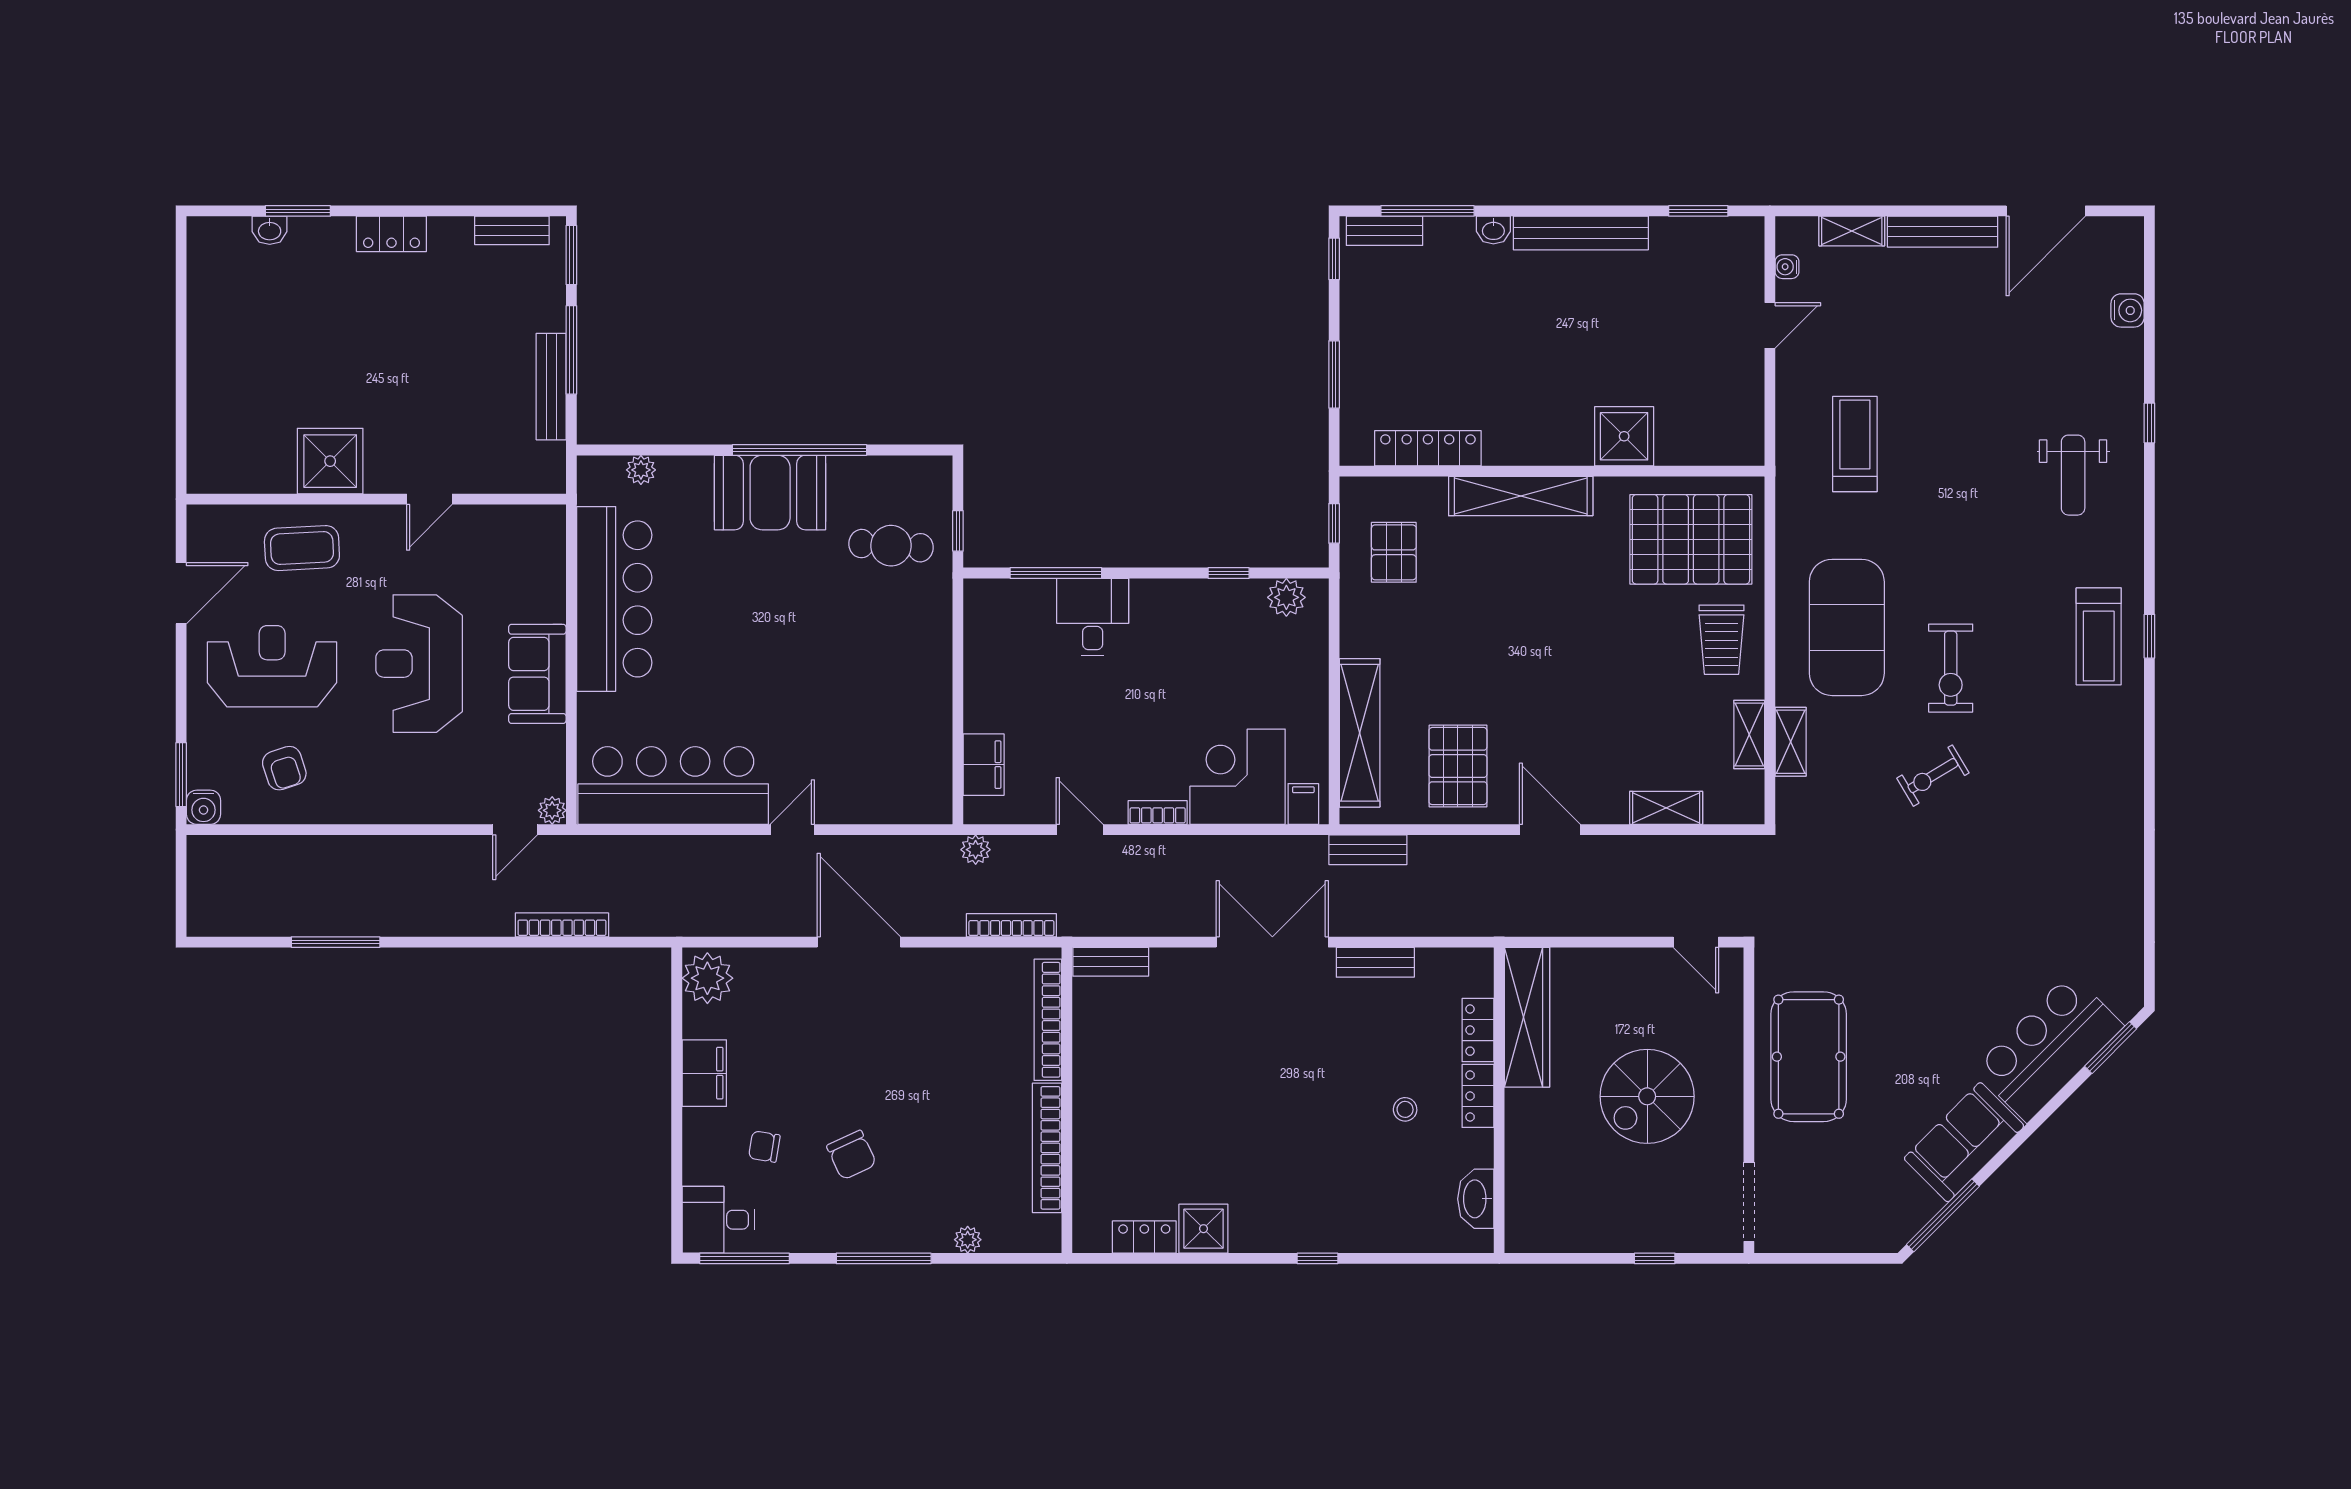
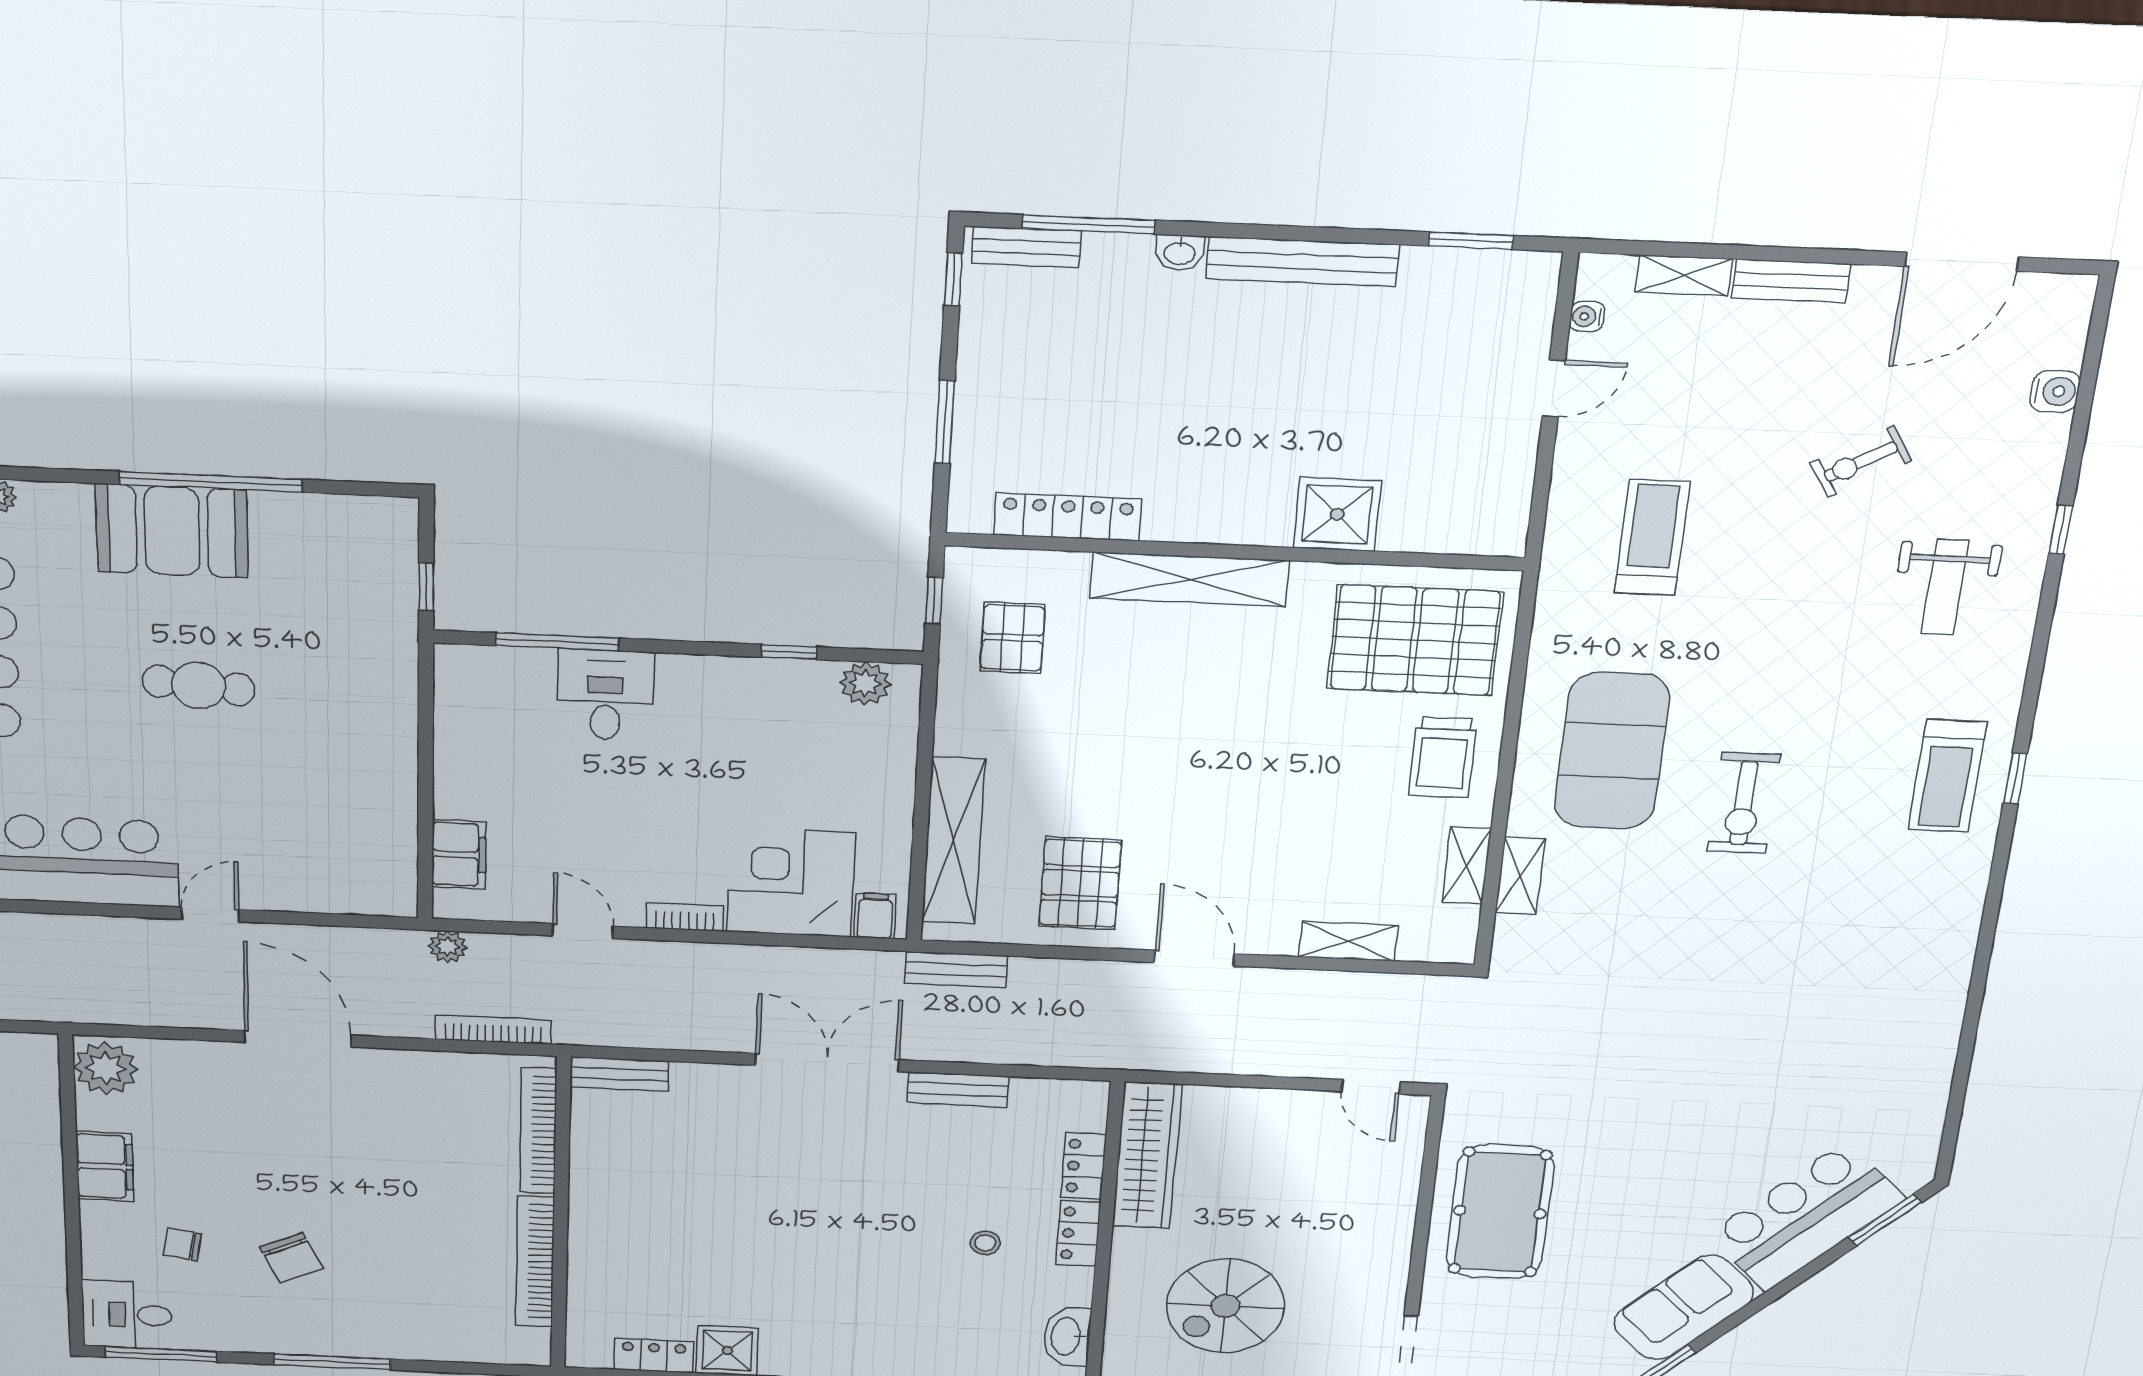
bench: (1943, 232) -> (1791, 281), width x0.73
cafe table: (891, 546) -> (199, 685), moved
exercise bike: (1933, 776) -> (1861, 462), moved
spiral stairs: (1647, 1096) -> (1225, 1306), moved
plant: (968, 1240) -> (436, 1348), removed

